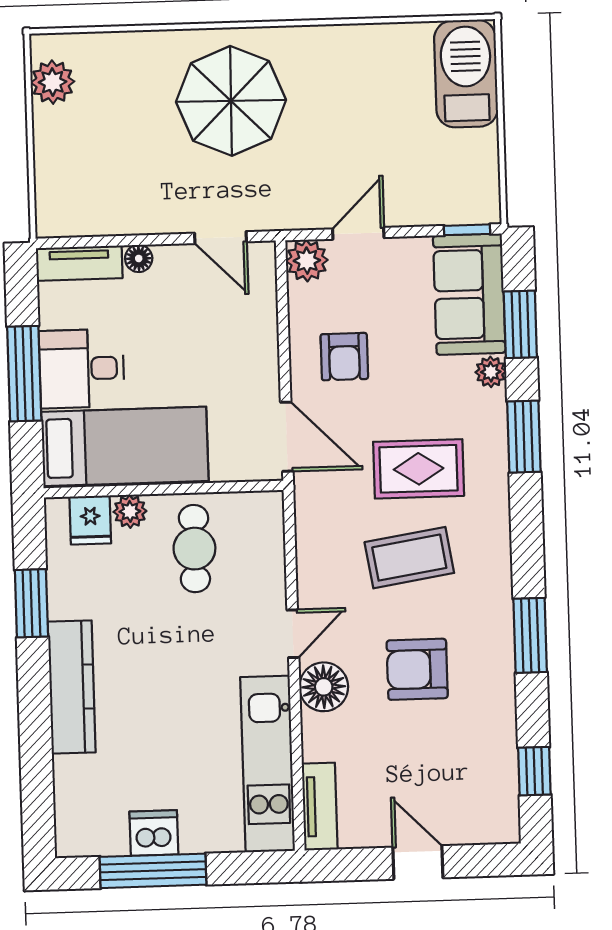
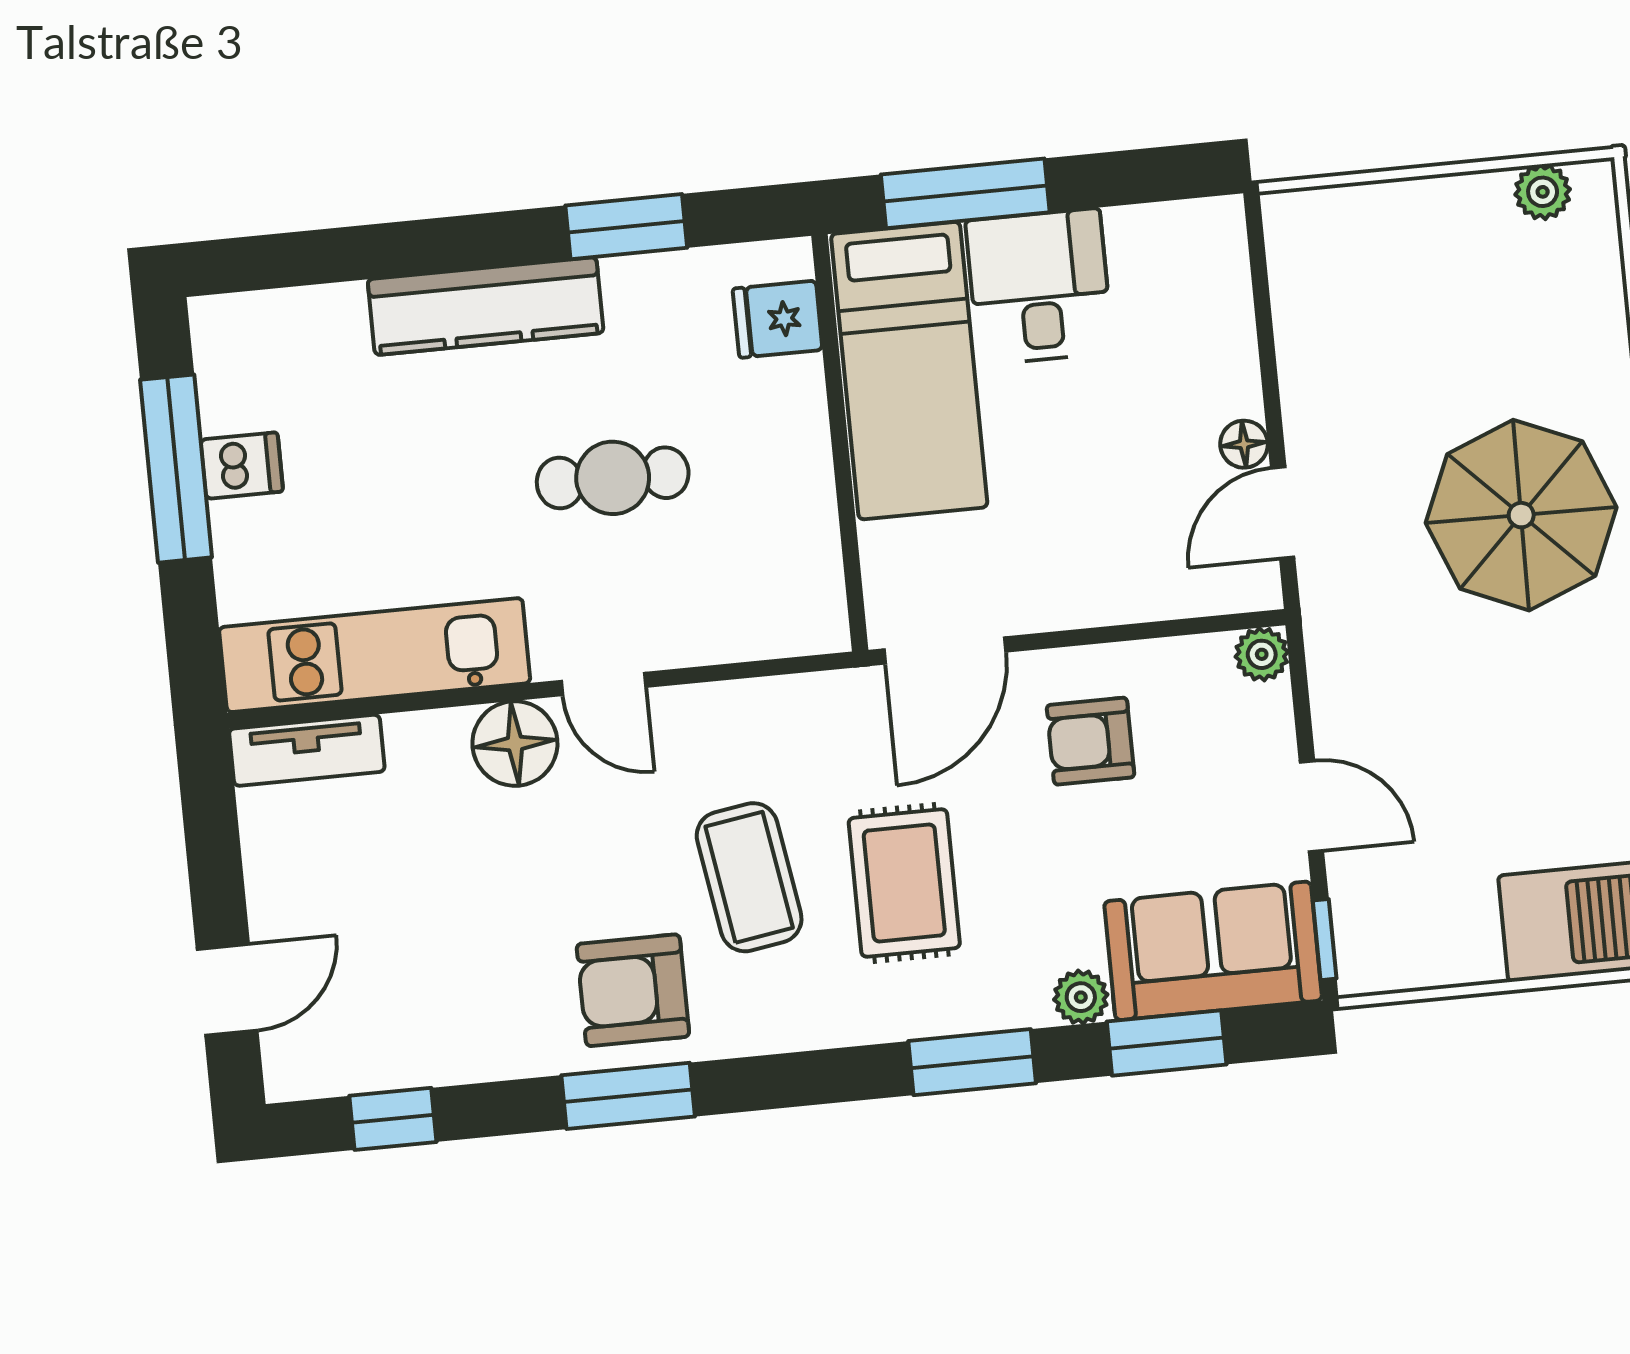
plant: (53, 82) -> (1543, 192), width x0.73, depth x0.73
door: (358, 233) -> (1311, 806), moved
floor lamp: (139, 258) -> (1244, 444), moved
plant: (307, 261) -> (1262, 654), width x0.73, depth x0.73
tv unit: (79, 263) -> (1222, 270), removed
window: (24, 374) -> (965, 193), moved
plant: (130, 511) -> (797, 387), removed
cafe table: (194, 549) -> (613, 478), moved
armchair: (417, 669) -> (633, 990), moved, turned -90
dishwasher: (154, 833) -> (242, 466), width x0.73
door: (418, 862) -> (227, 990), moved

